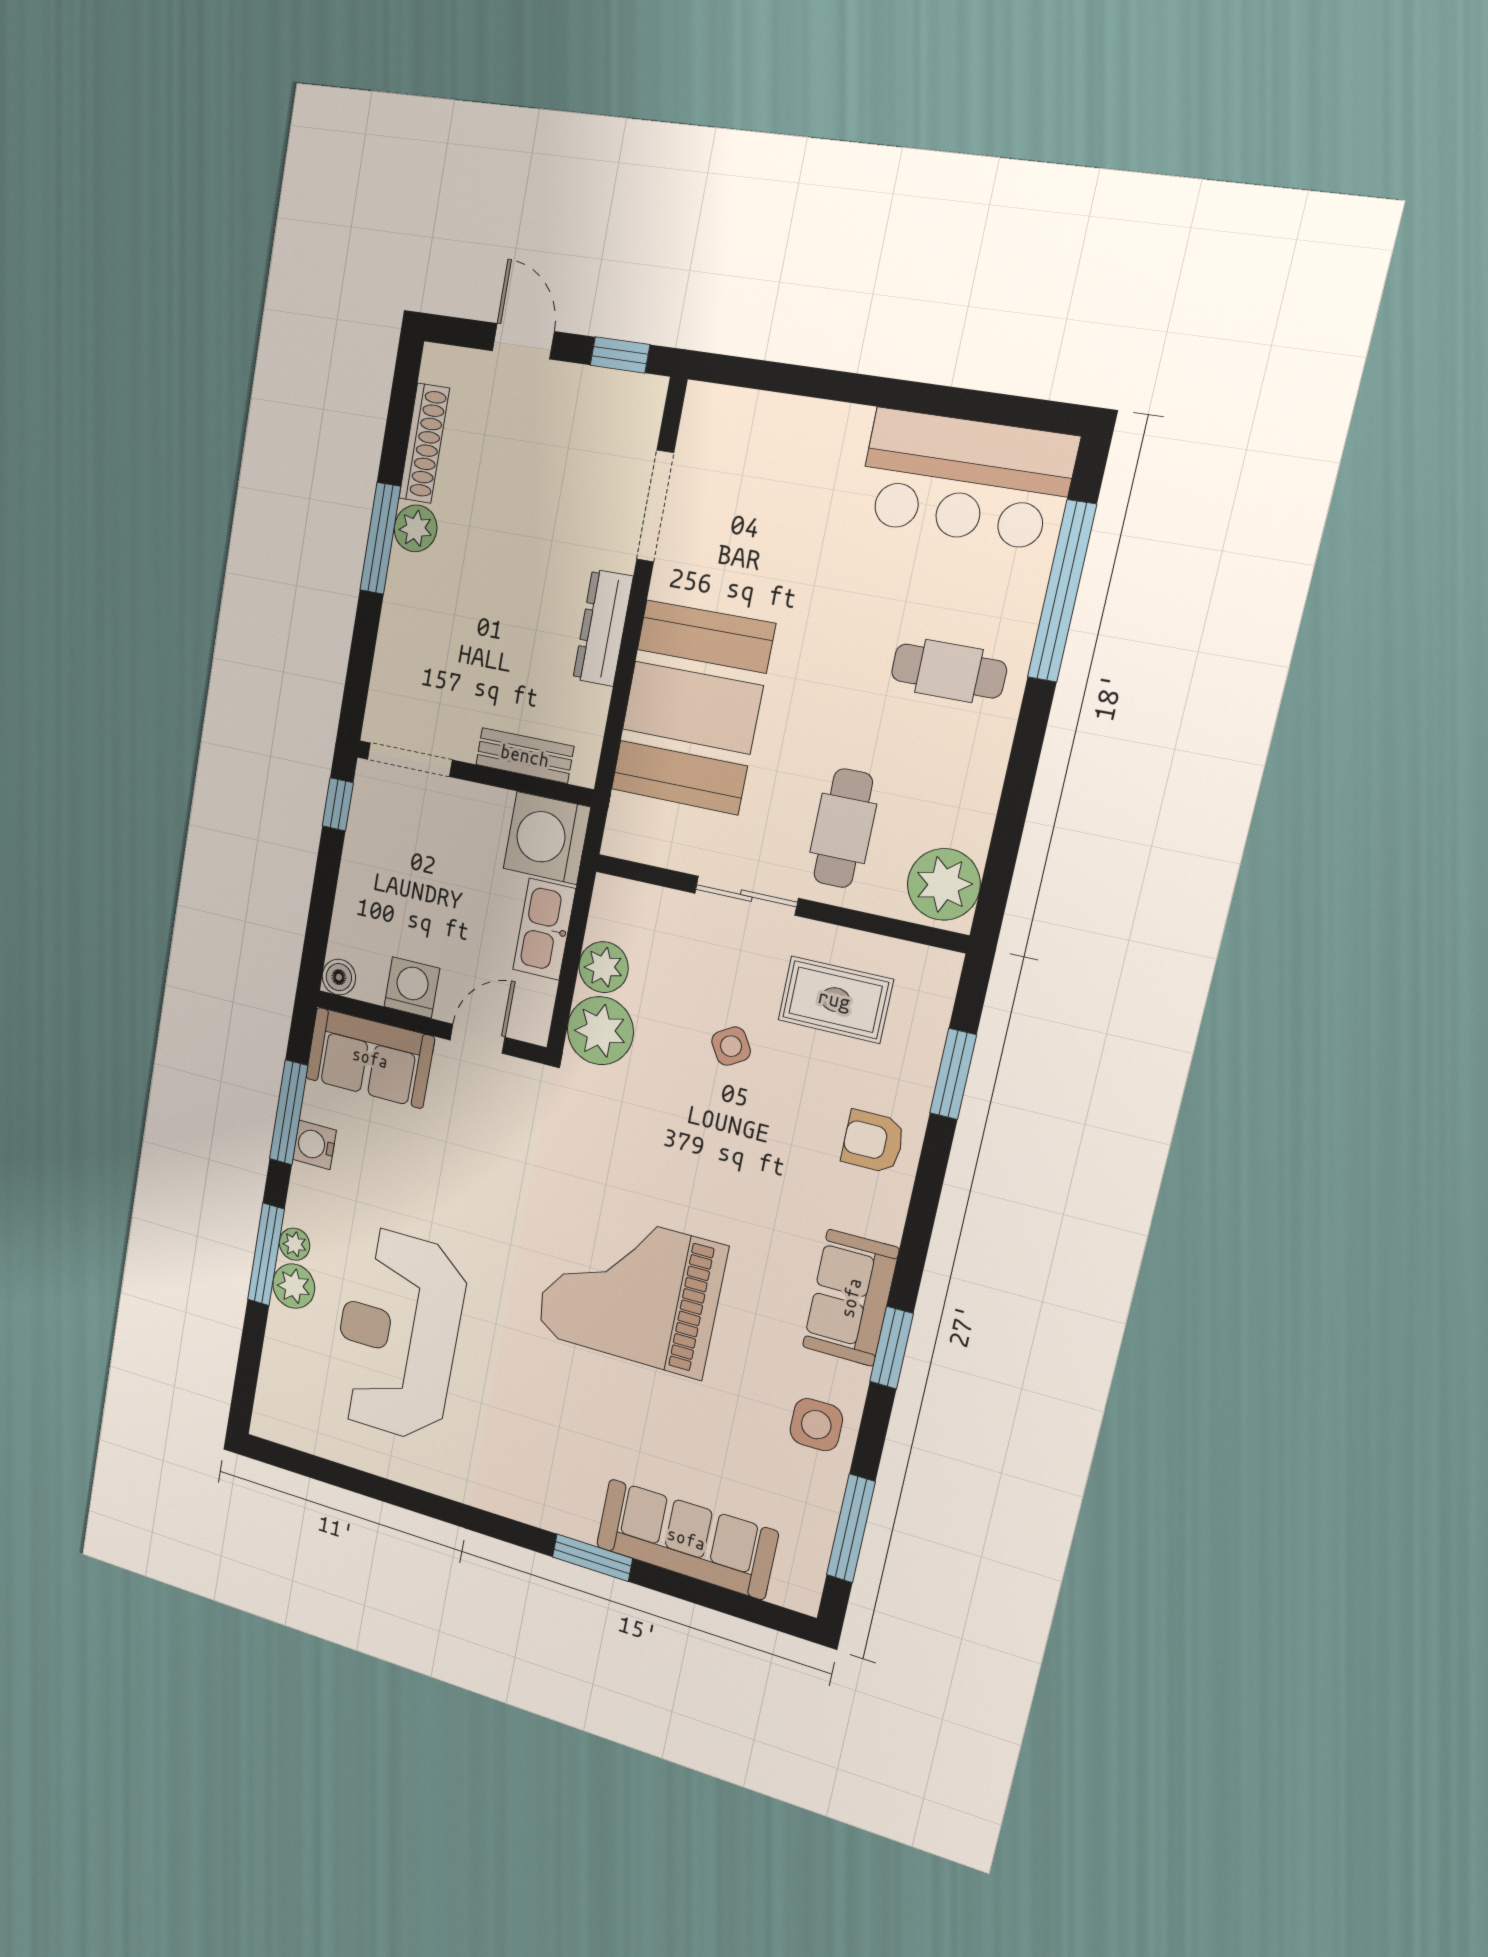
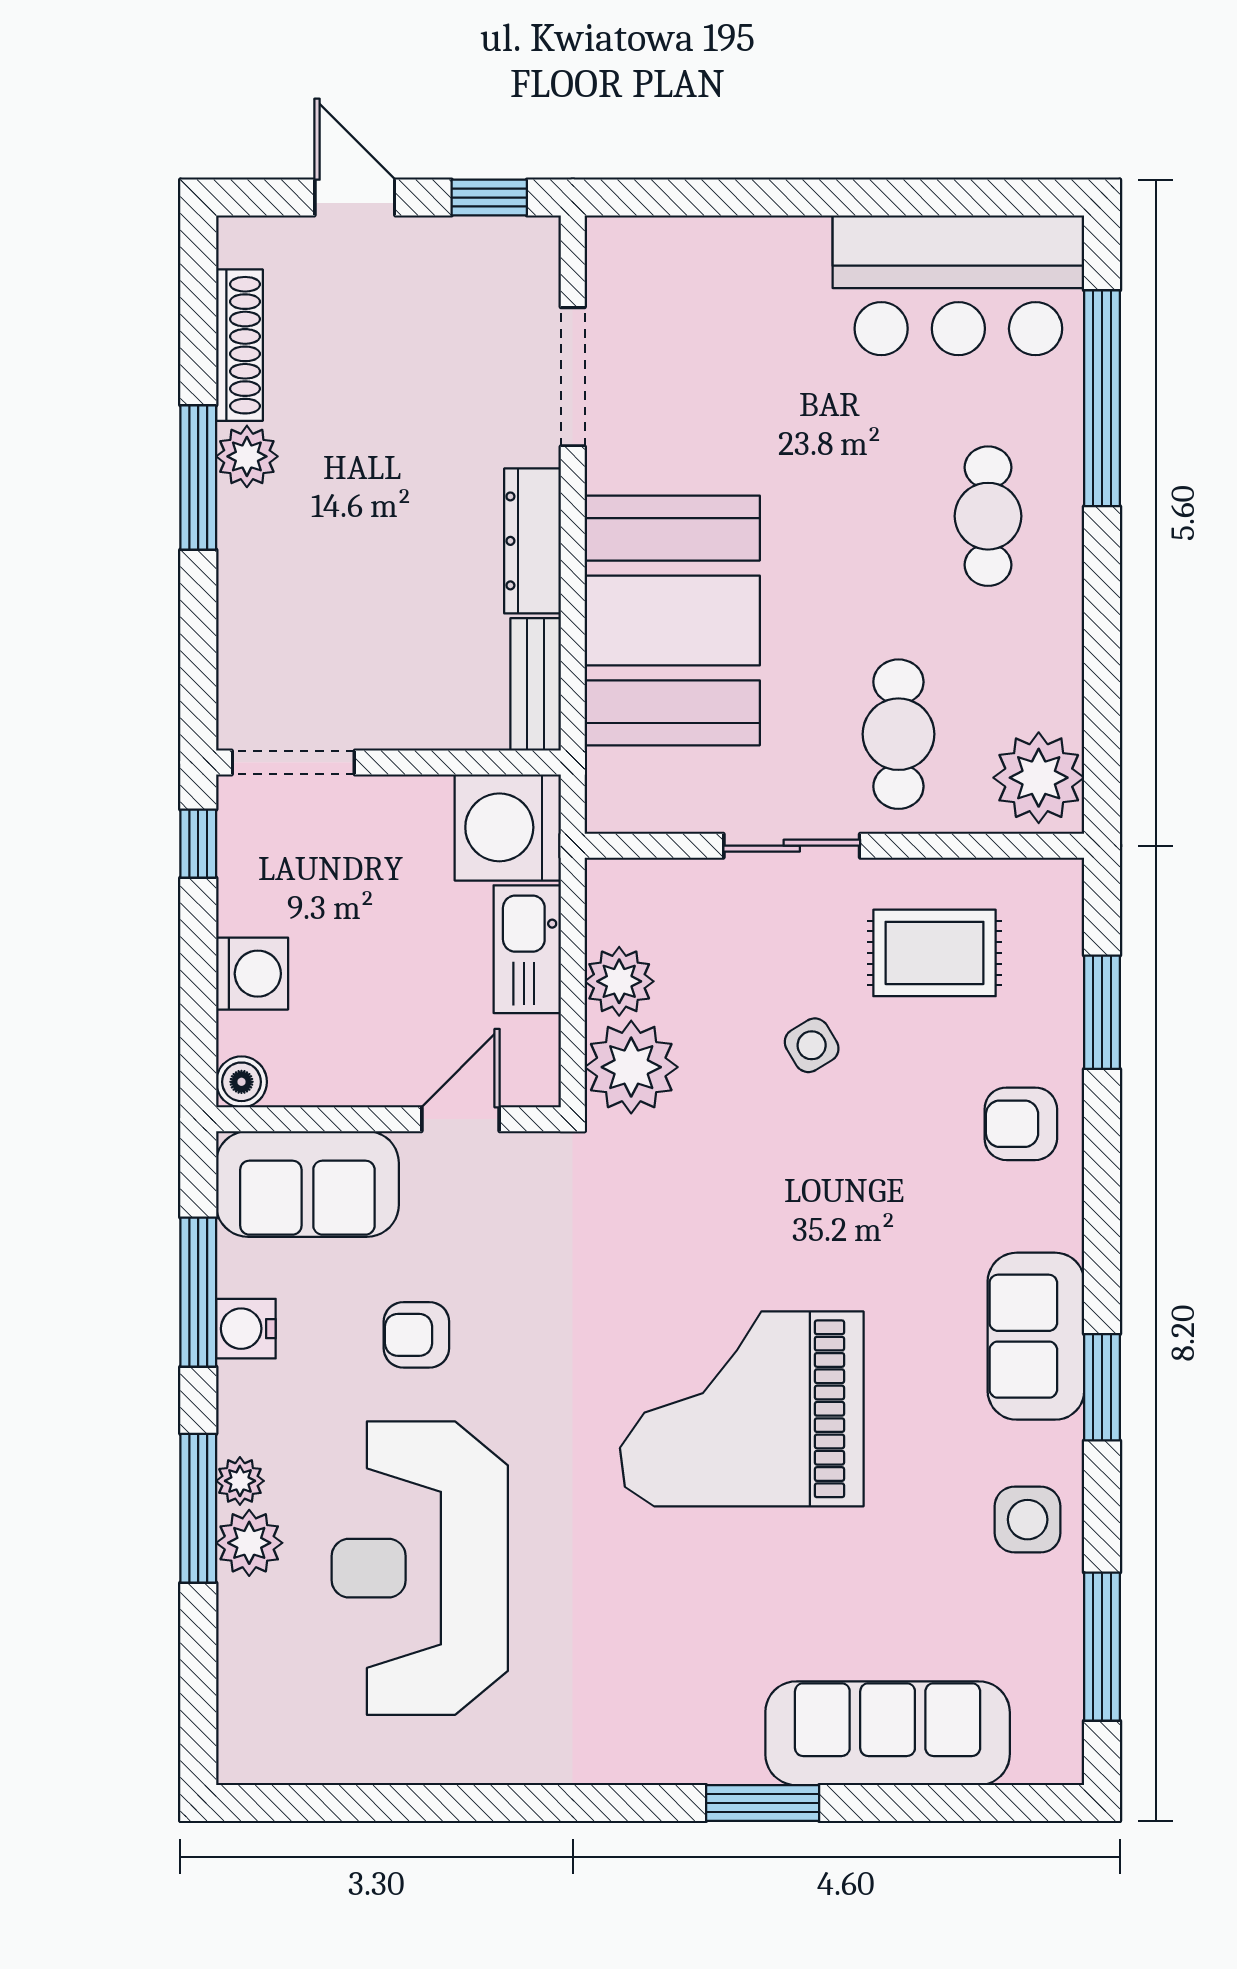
cafe table: (949, 671) -> (988, 516), turned 90
bench: (525, 756) -> (536, 684), moved, turned 90
washing machine: (412, 987) -> (252, 974), moved, turned 90
armchair: (422, 1179) -> (416, 1335), added

